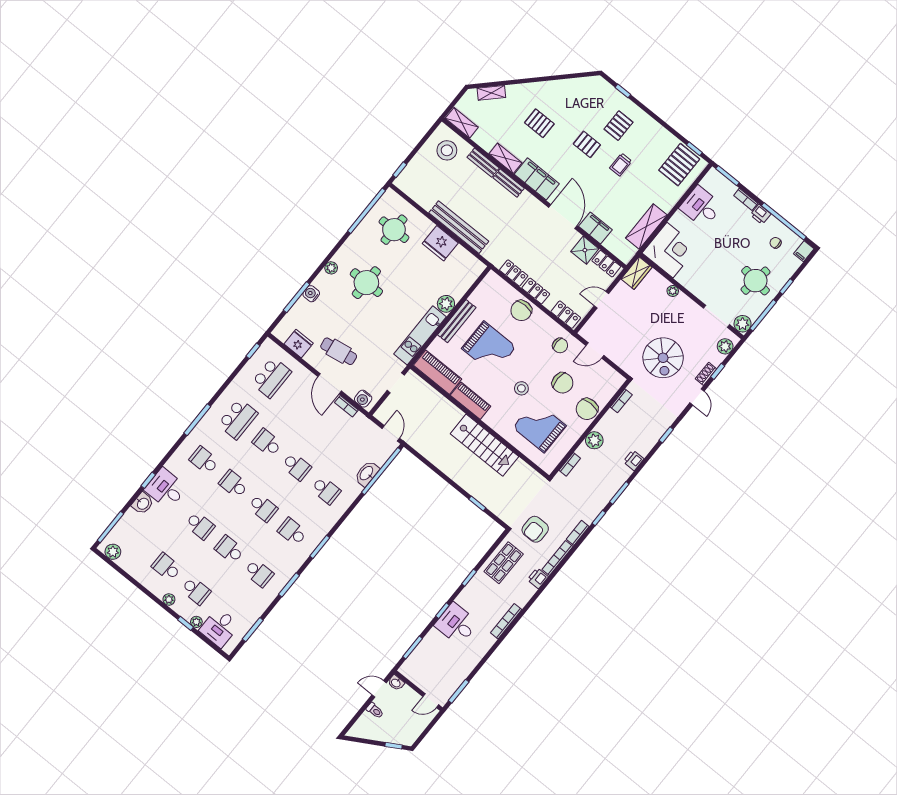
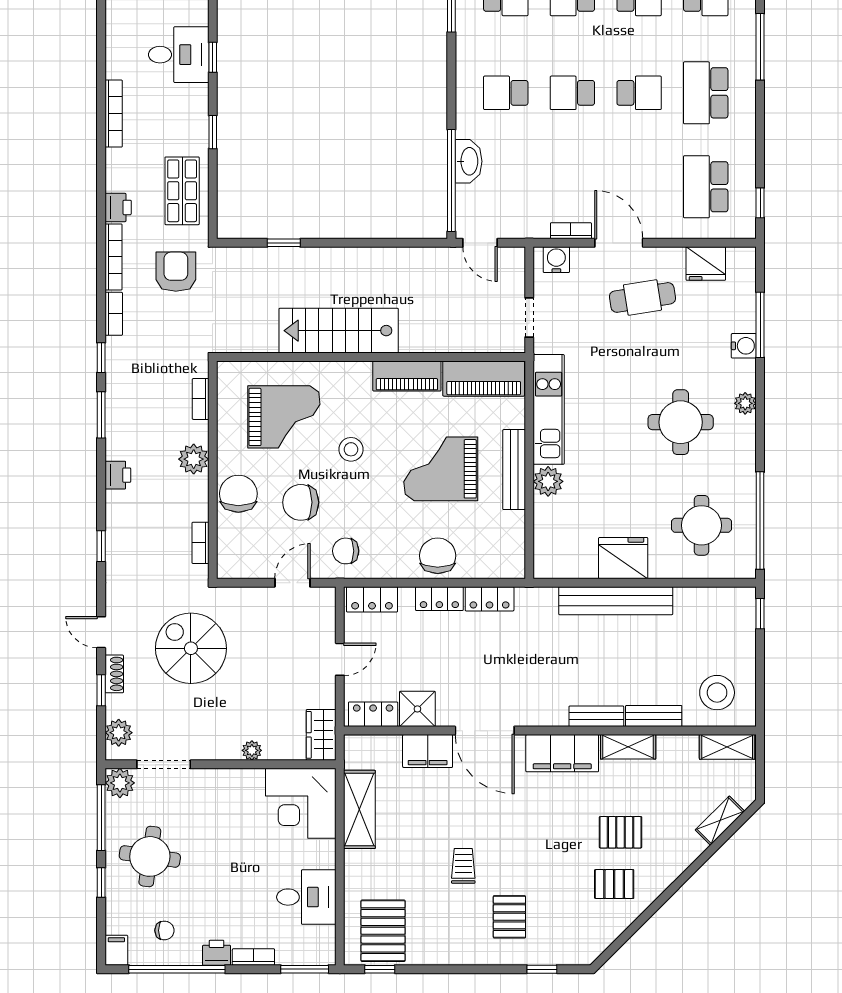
pallet: (587, 144) -> (614, 884), moved

